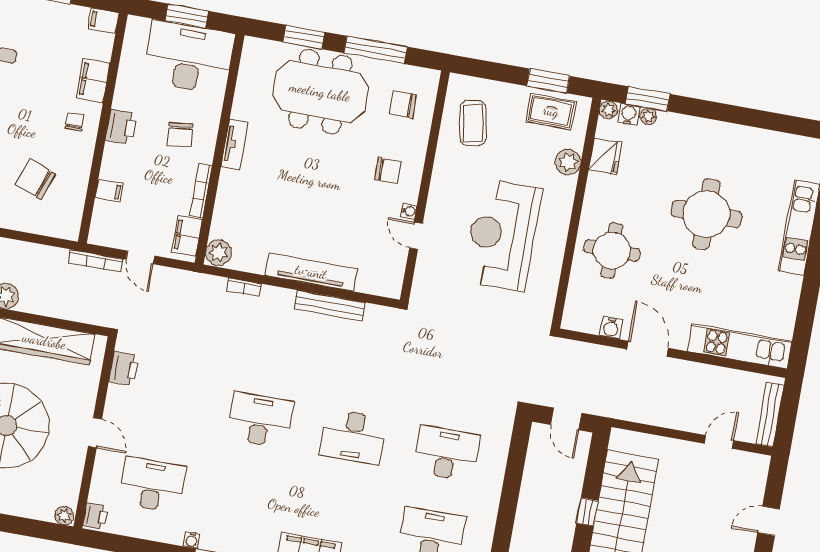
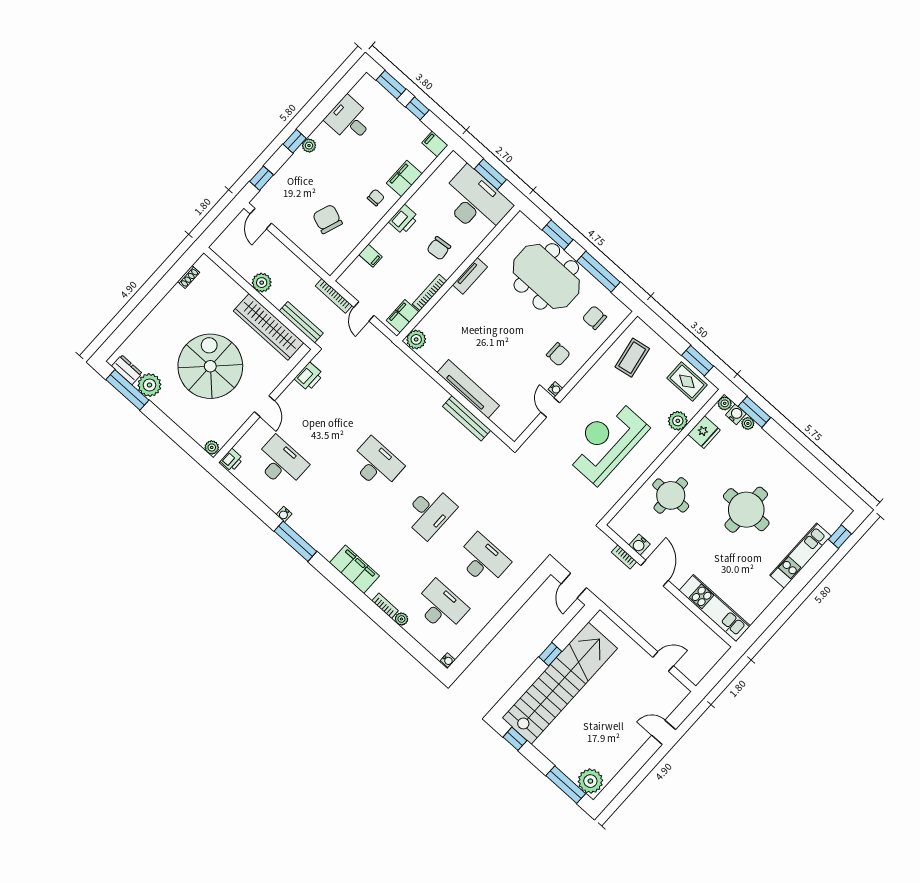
bookcase: (244, 287) -> (624, 557), moved
bench: (770, 415) -> (301, 322), moved, turned 90
desk: (353, 437) -> (429, 512), turned -90

